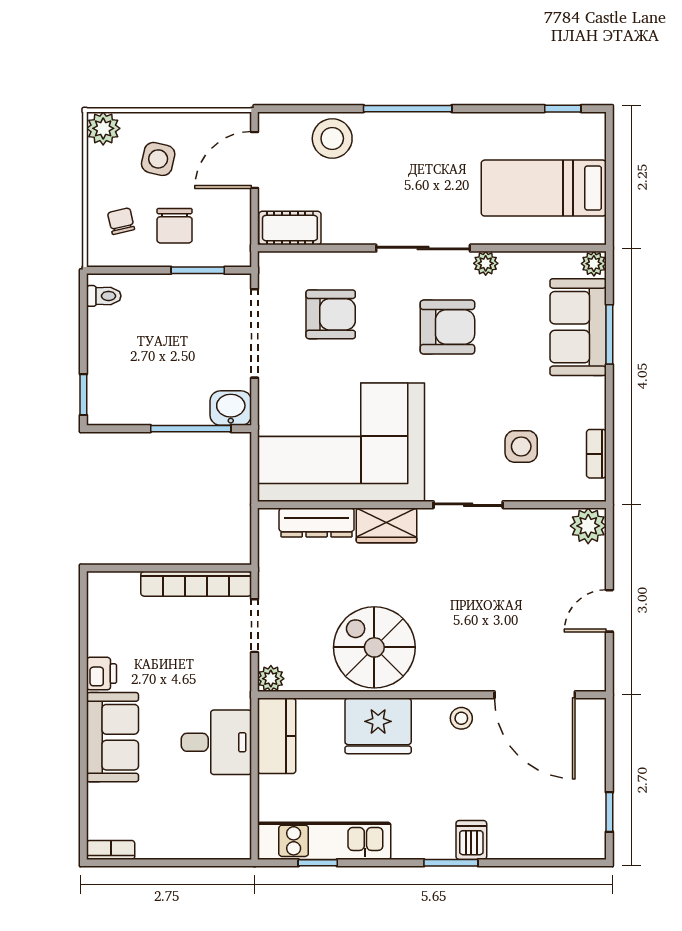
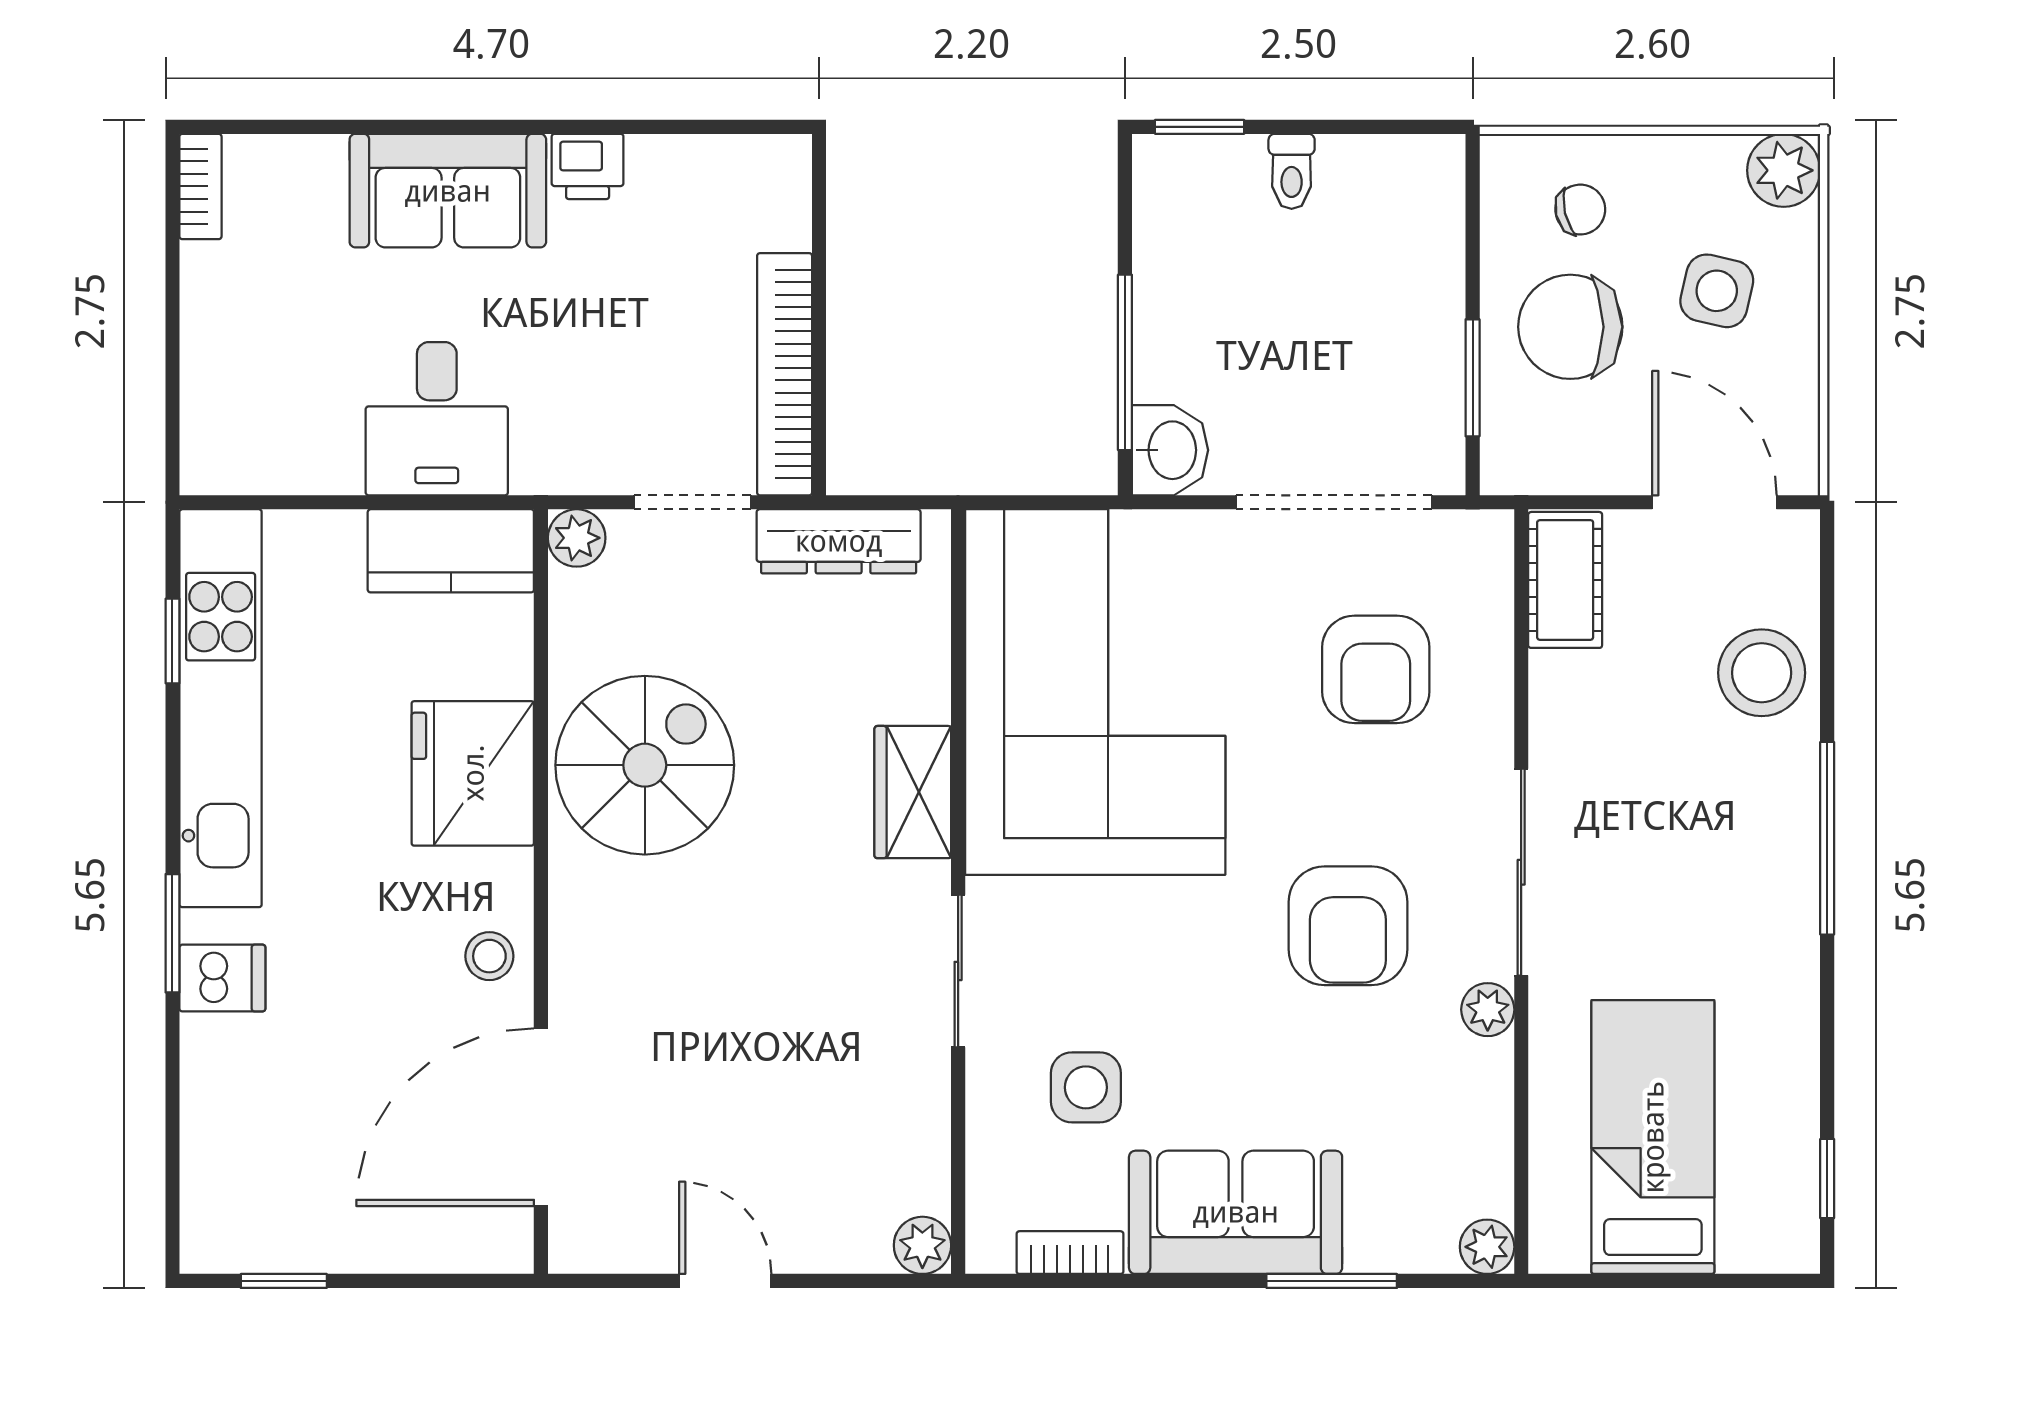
chair: (175, 226) -> (1570, 327), width x1.37, depth x1.37
toilet: (104, 296) -> (1292, 171), moved
sofa: (578, 327) -> (1236, 1212), moved
dresser: (317, 522) -> (839, 541), moved, turned -90
plant: (588, 526) -> (922, 1245), width x0.73, depth x0.73
kitchen unit: (324, 841) -> (221, 708), width x1.36

